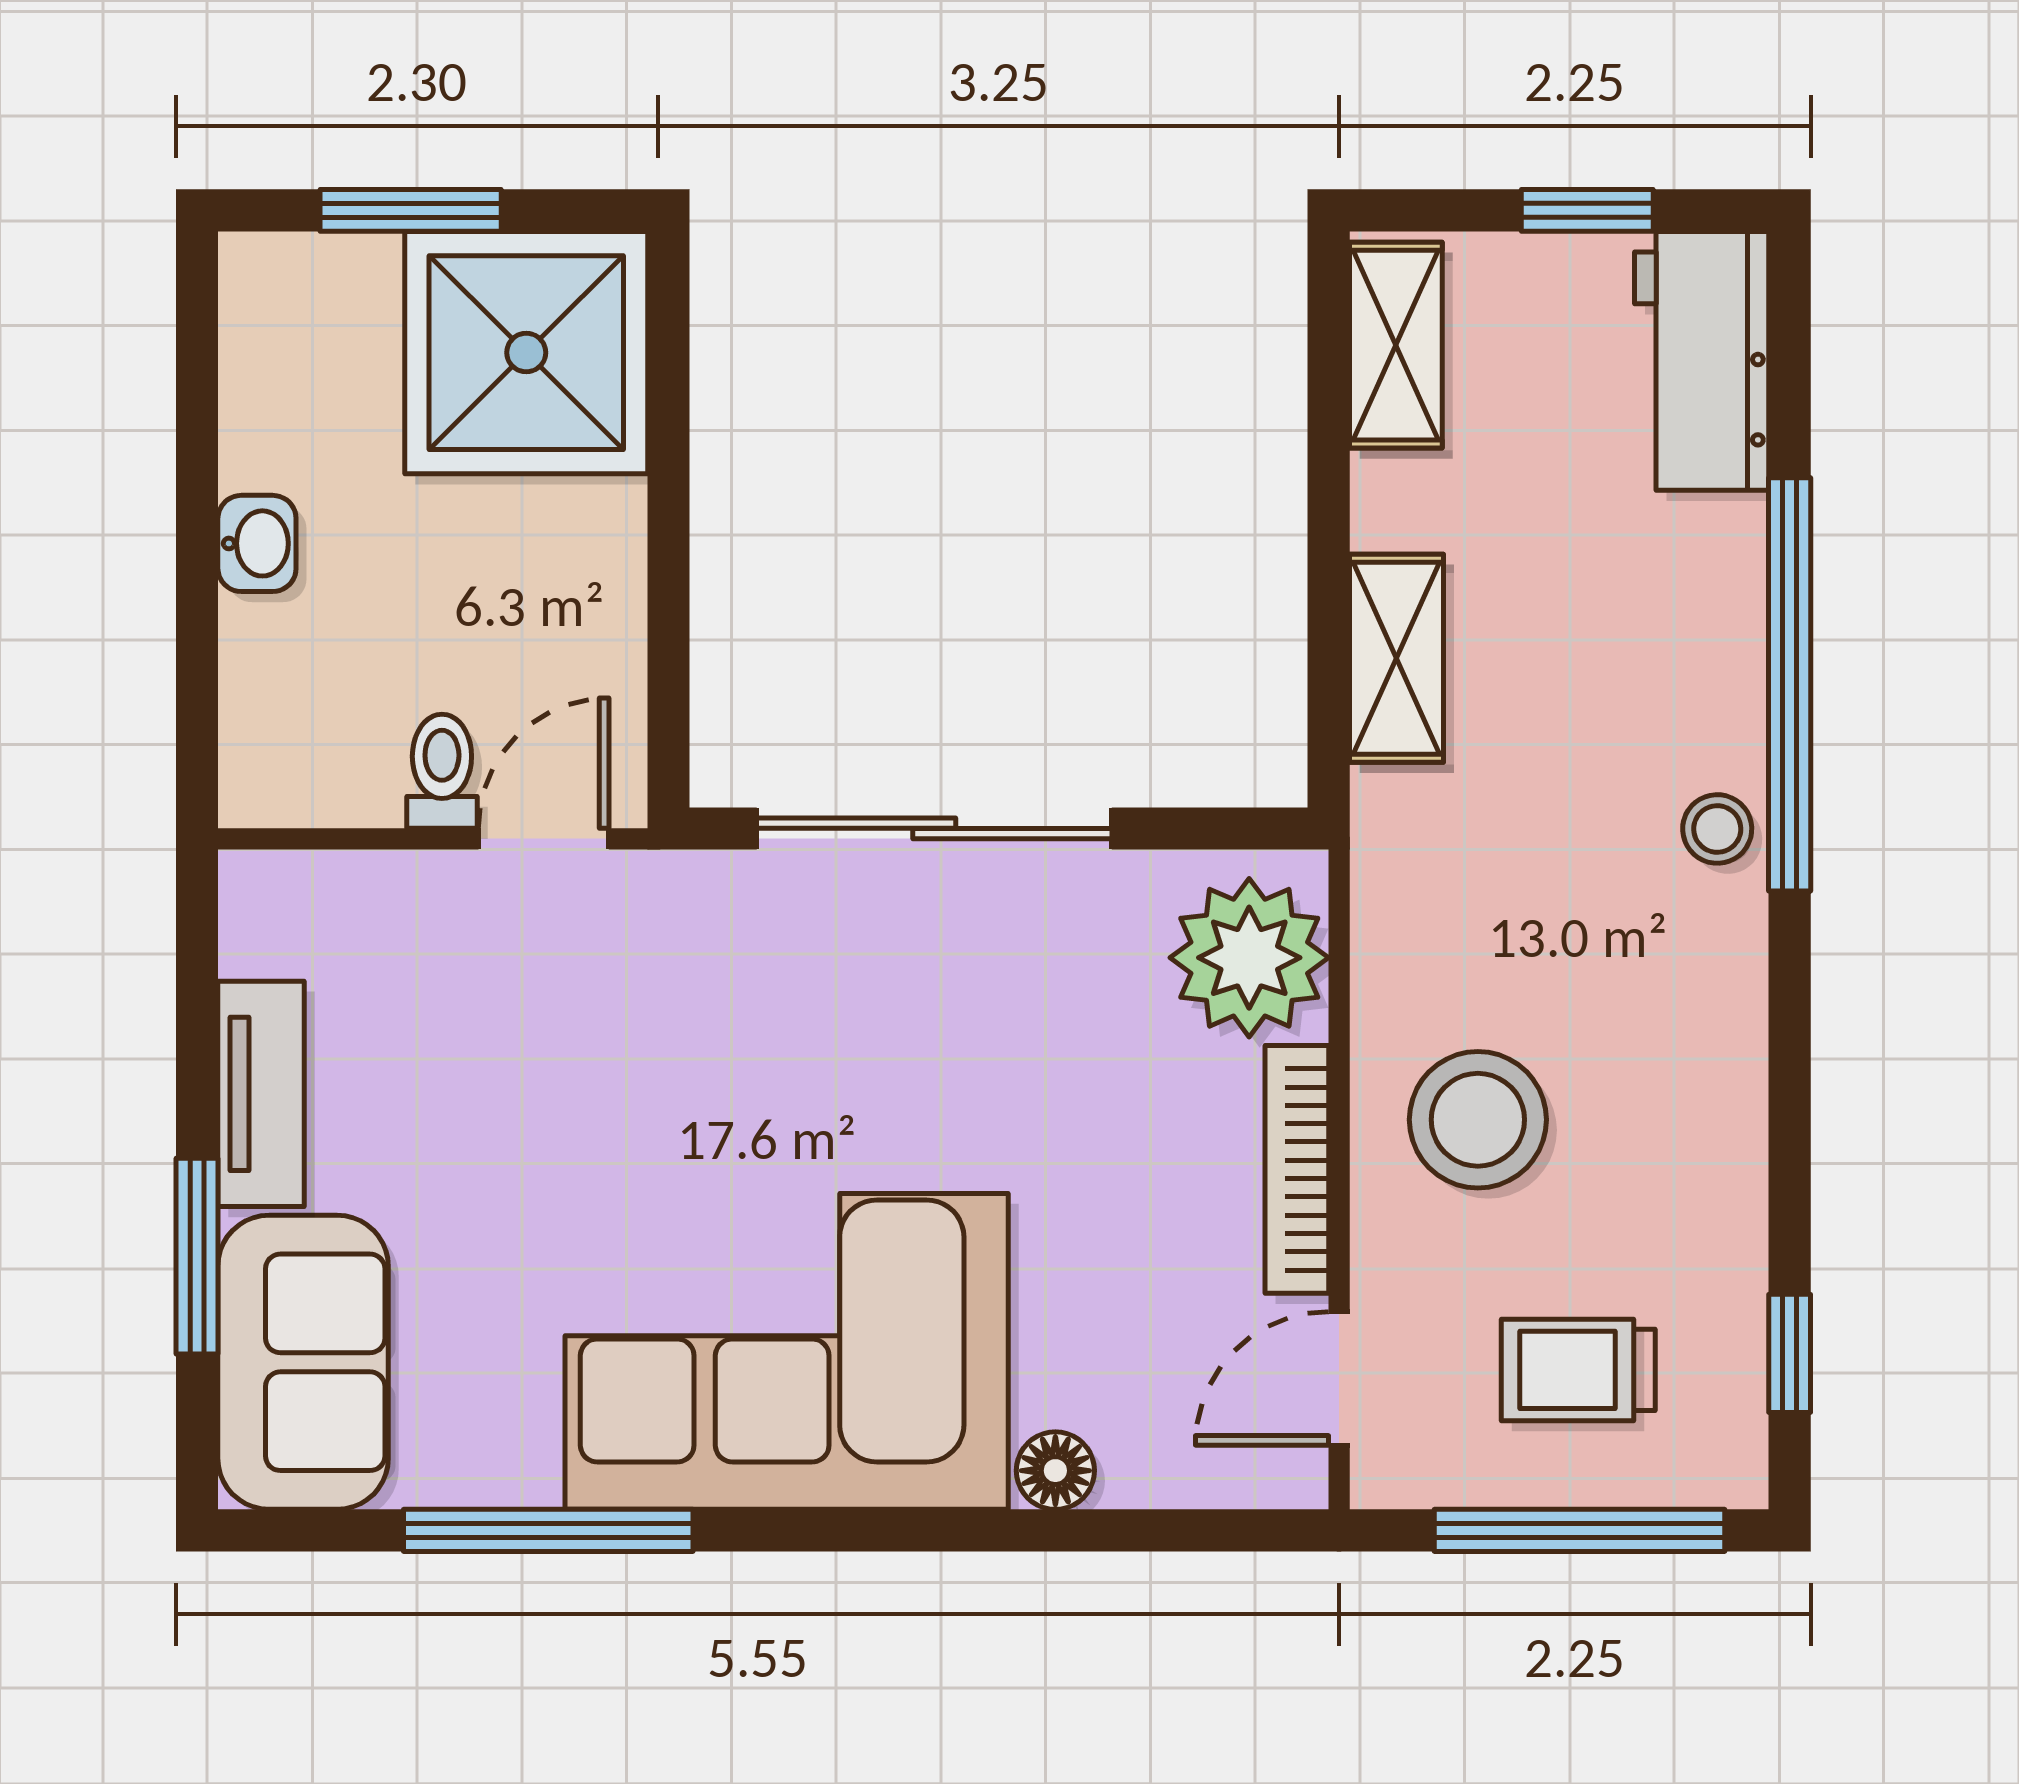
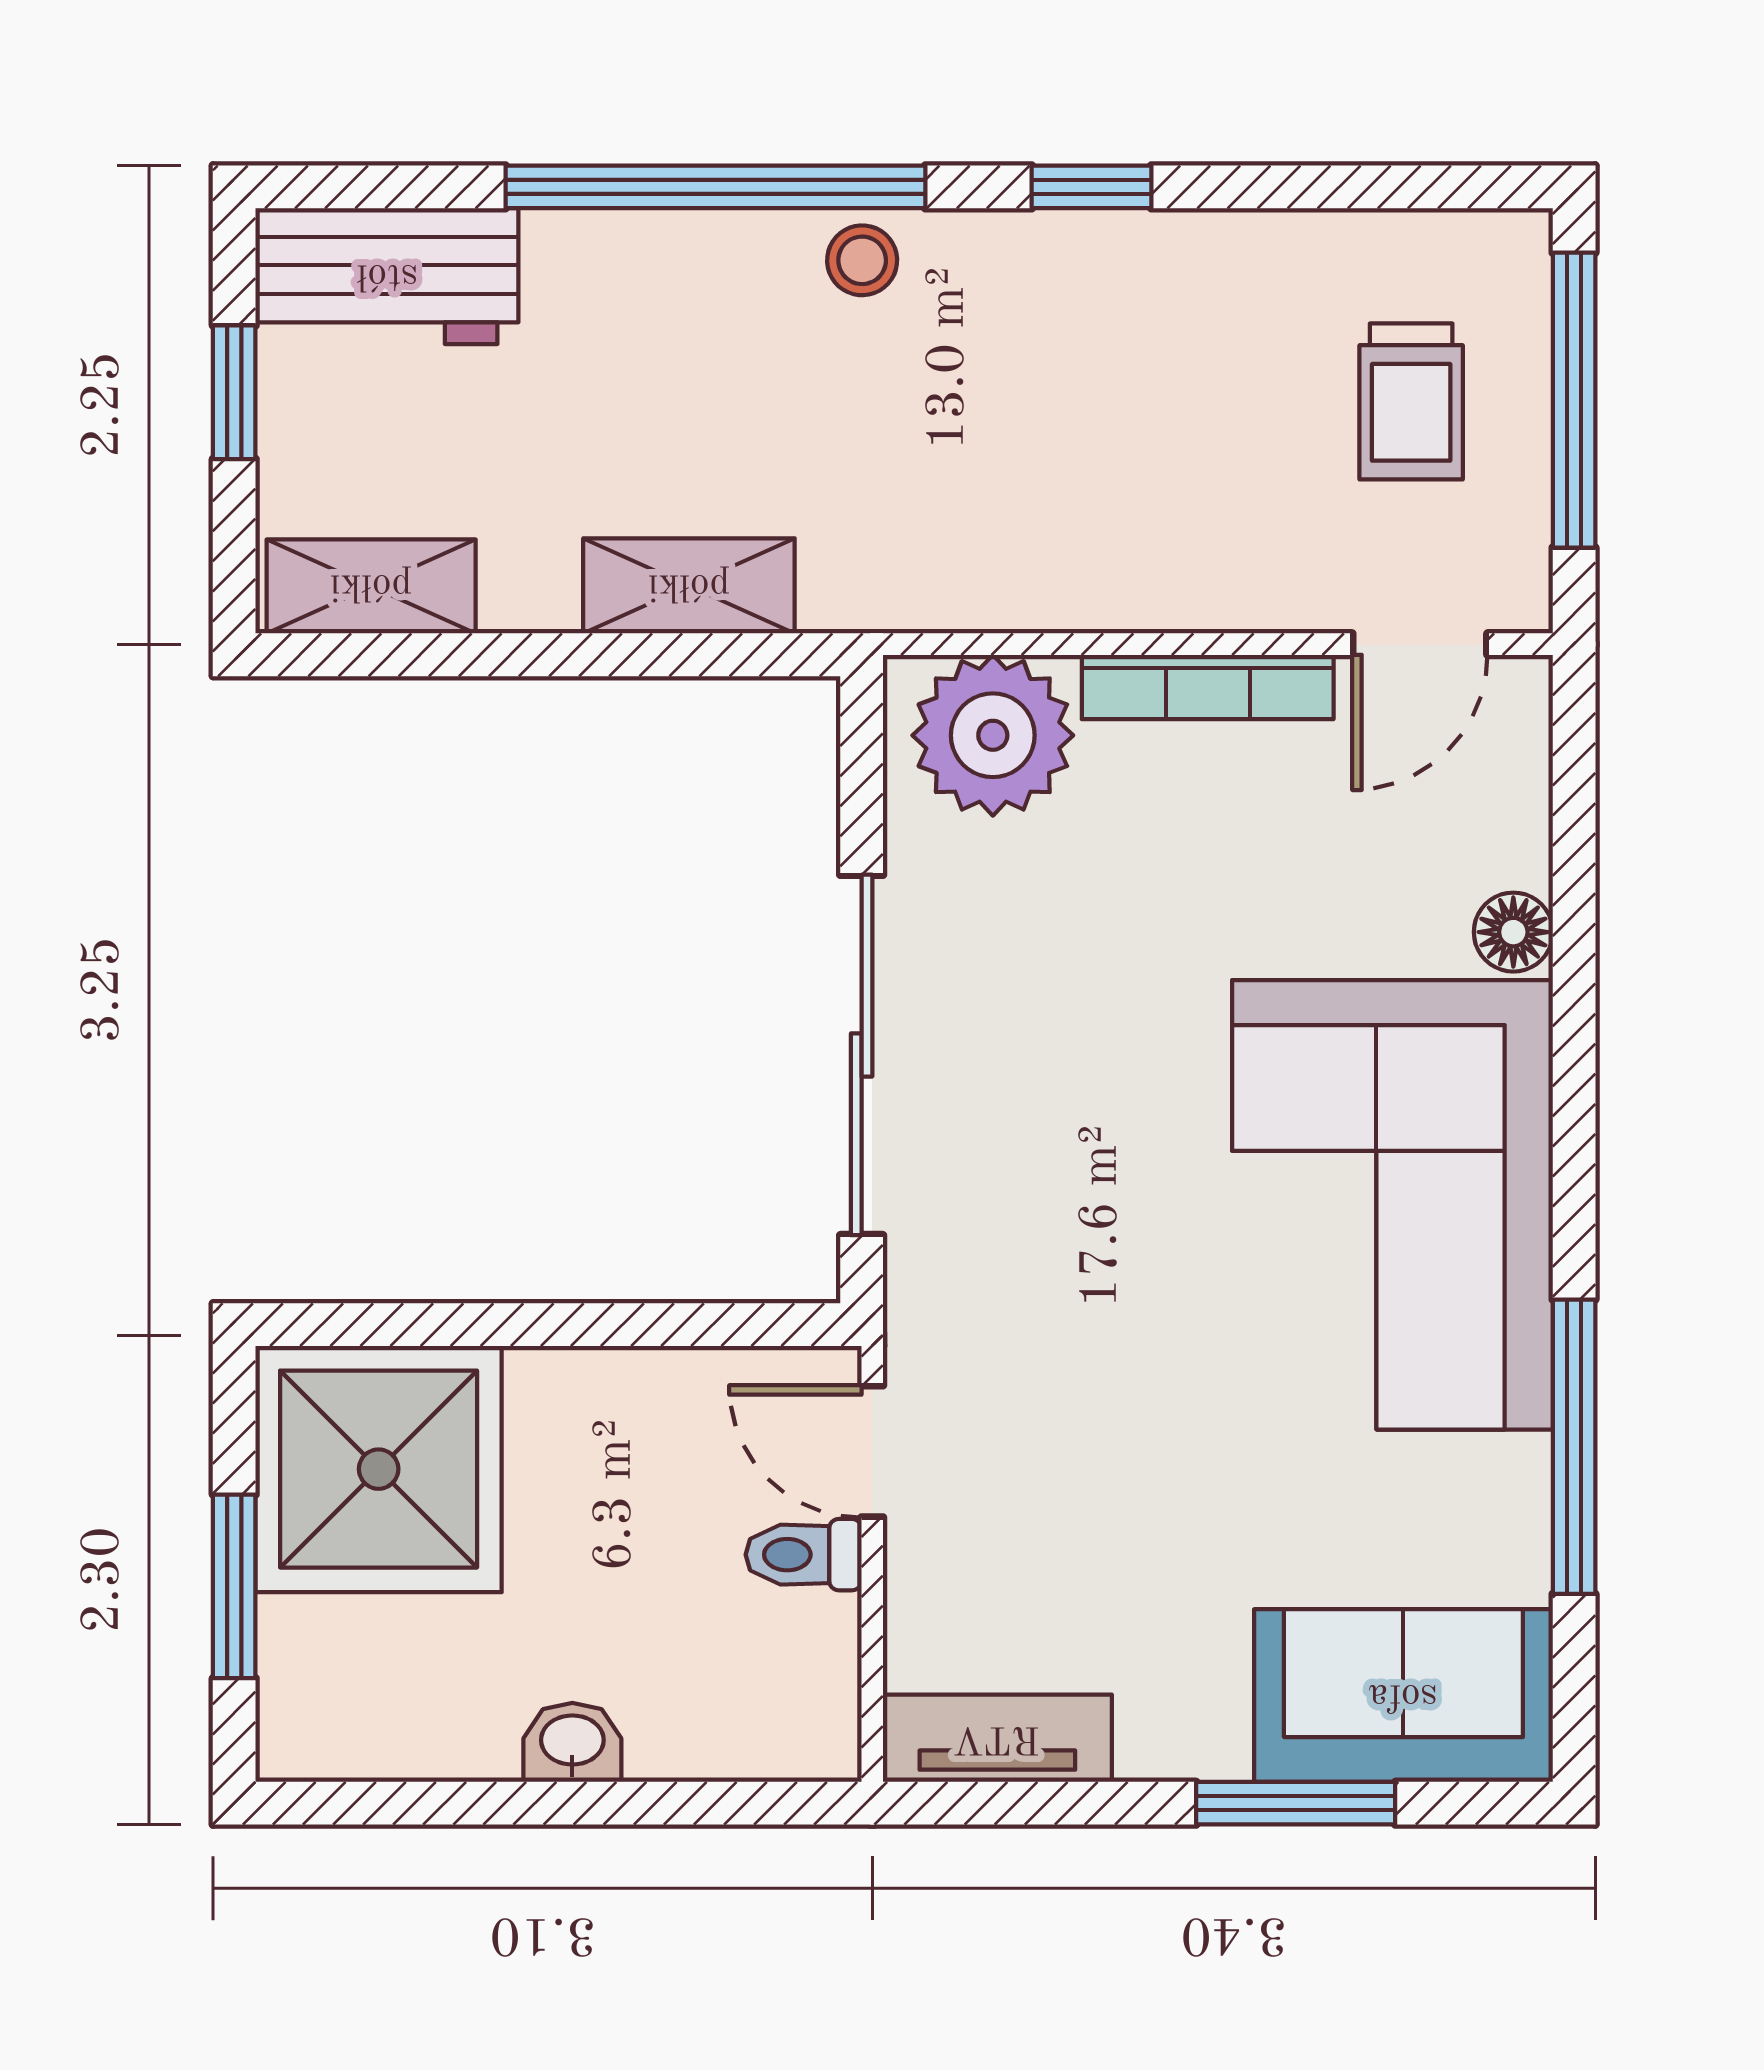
tv unit: (261, 1094) -> (997, 1738), moved
stool: (1478, 1120) -> (1157, 503), removed
window: (1790, 1353) -> (1092, 187), moved
door: (1339, 1378) -> (1420, 644), hinge flipped

